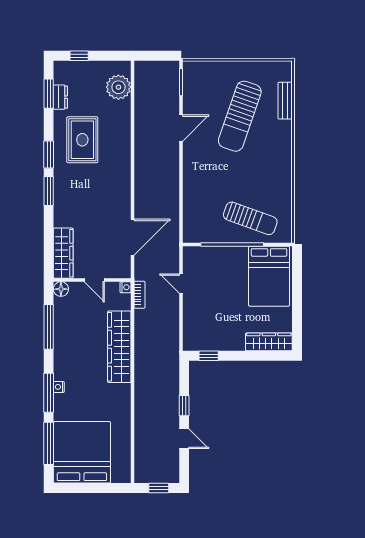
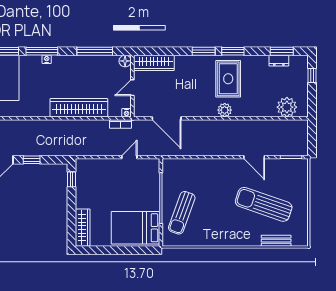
rug: (82, 140) -> (228, 79), moved, turned 90
plant: (122, 165) -> (225, 110), added

